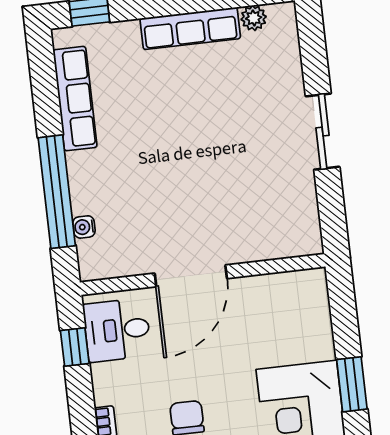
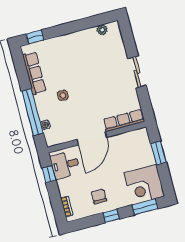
row of seats: (190, 28) -> (124, 121), moved, turned 180
side table: (136, 162) -> (63, 95), added
window: (352, 384) -> (159, 153), moved

